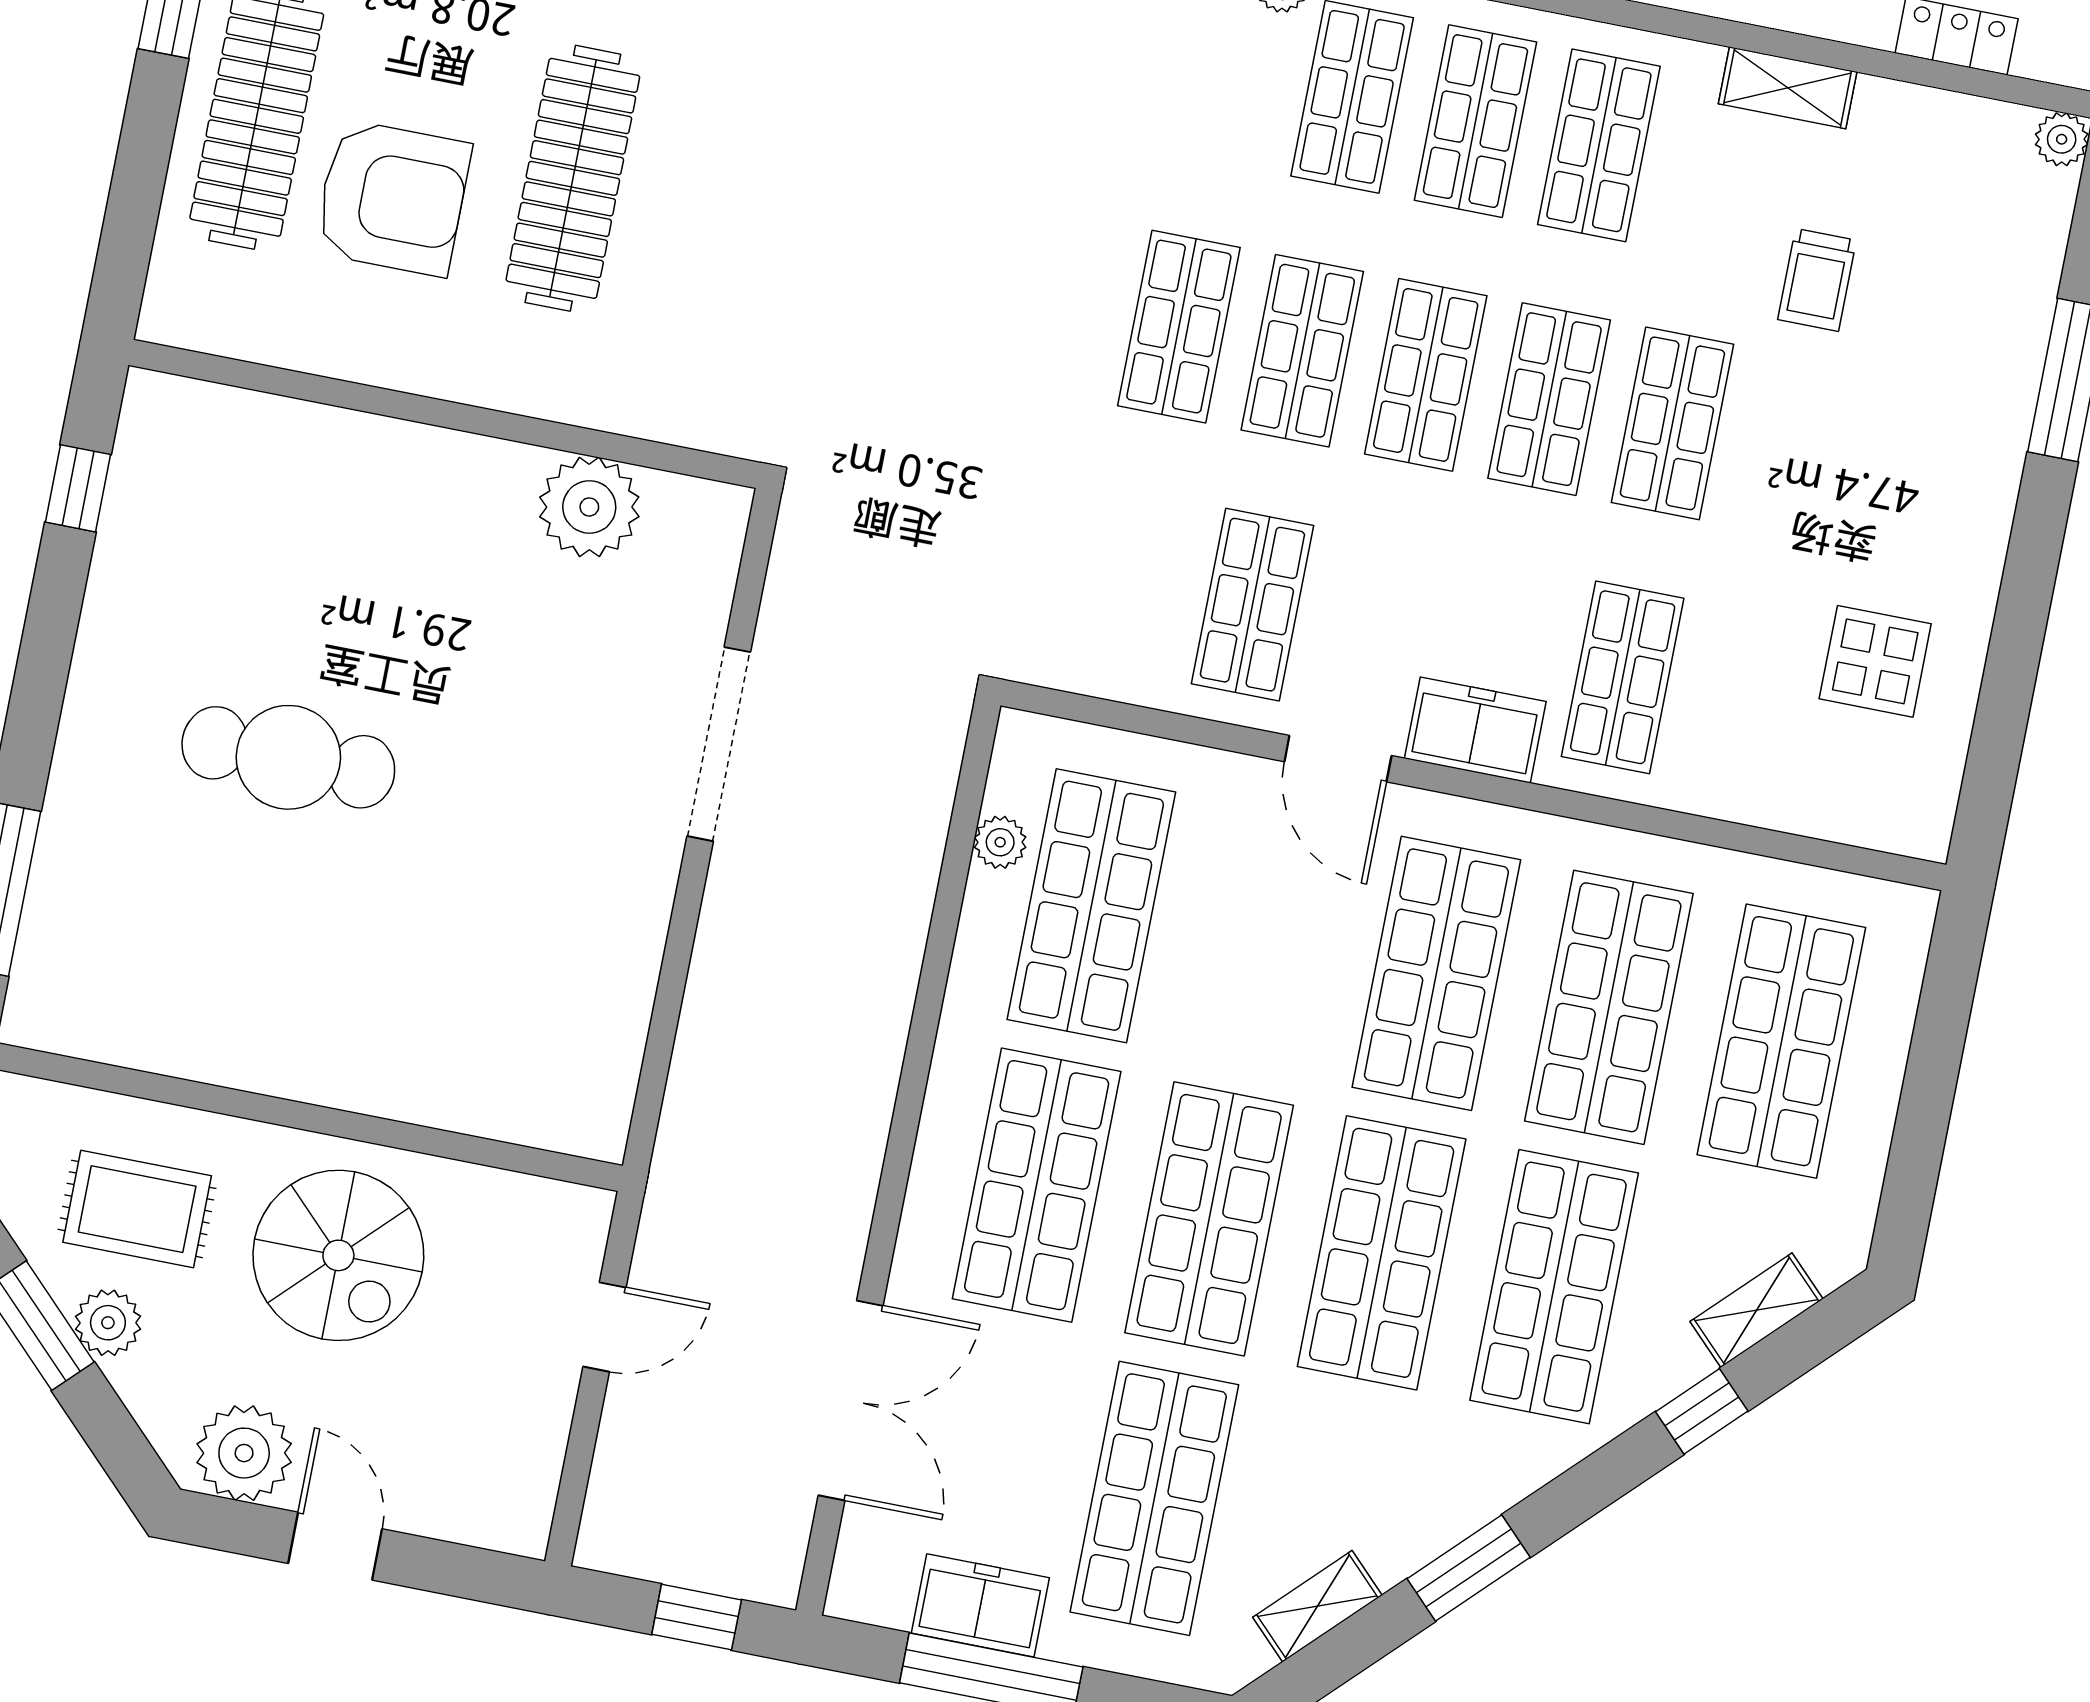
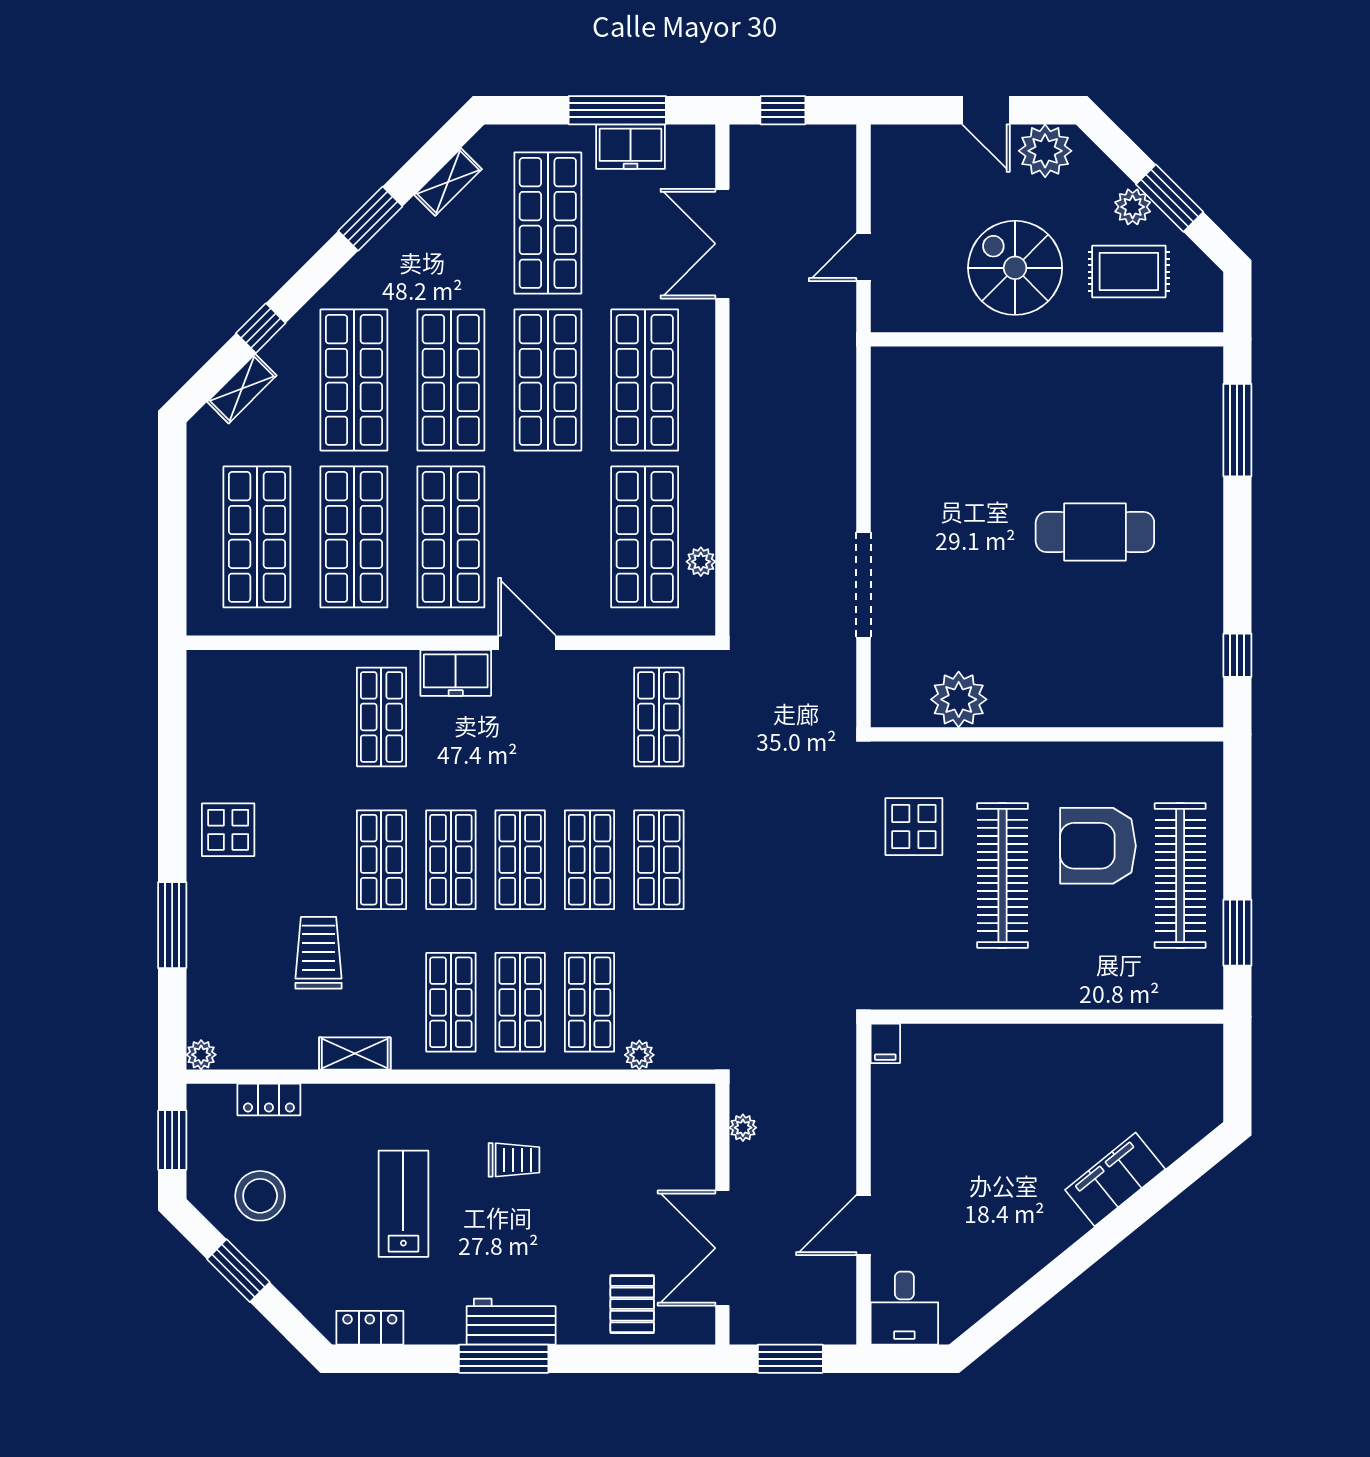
trolley: (1817, 280) -> (319, 953), width x1.36, depth x1.39
display table: (714, 296) -> (914, 827), added
shop shelf: (1252, 605) -> (659, 717), moved
display table: (1875, 661) -> (228, 830), moved

